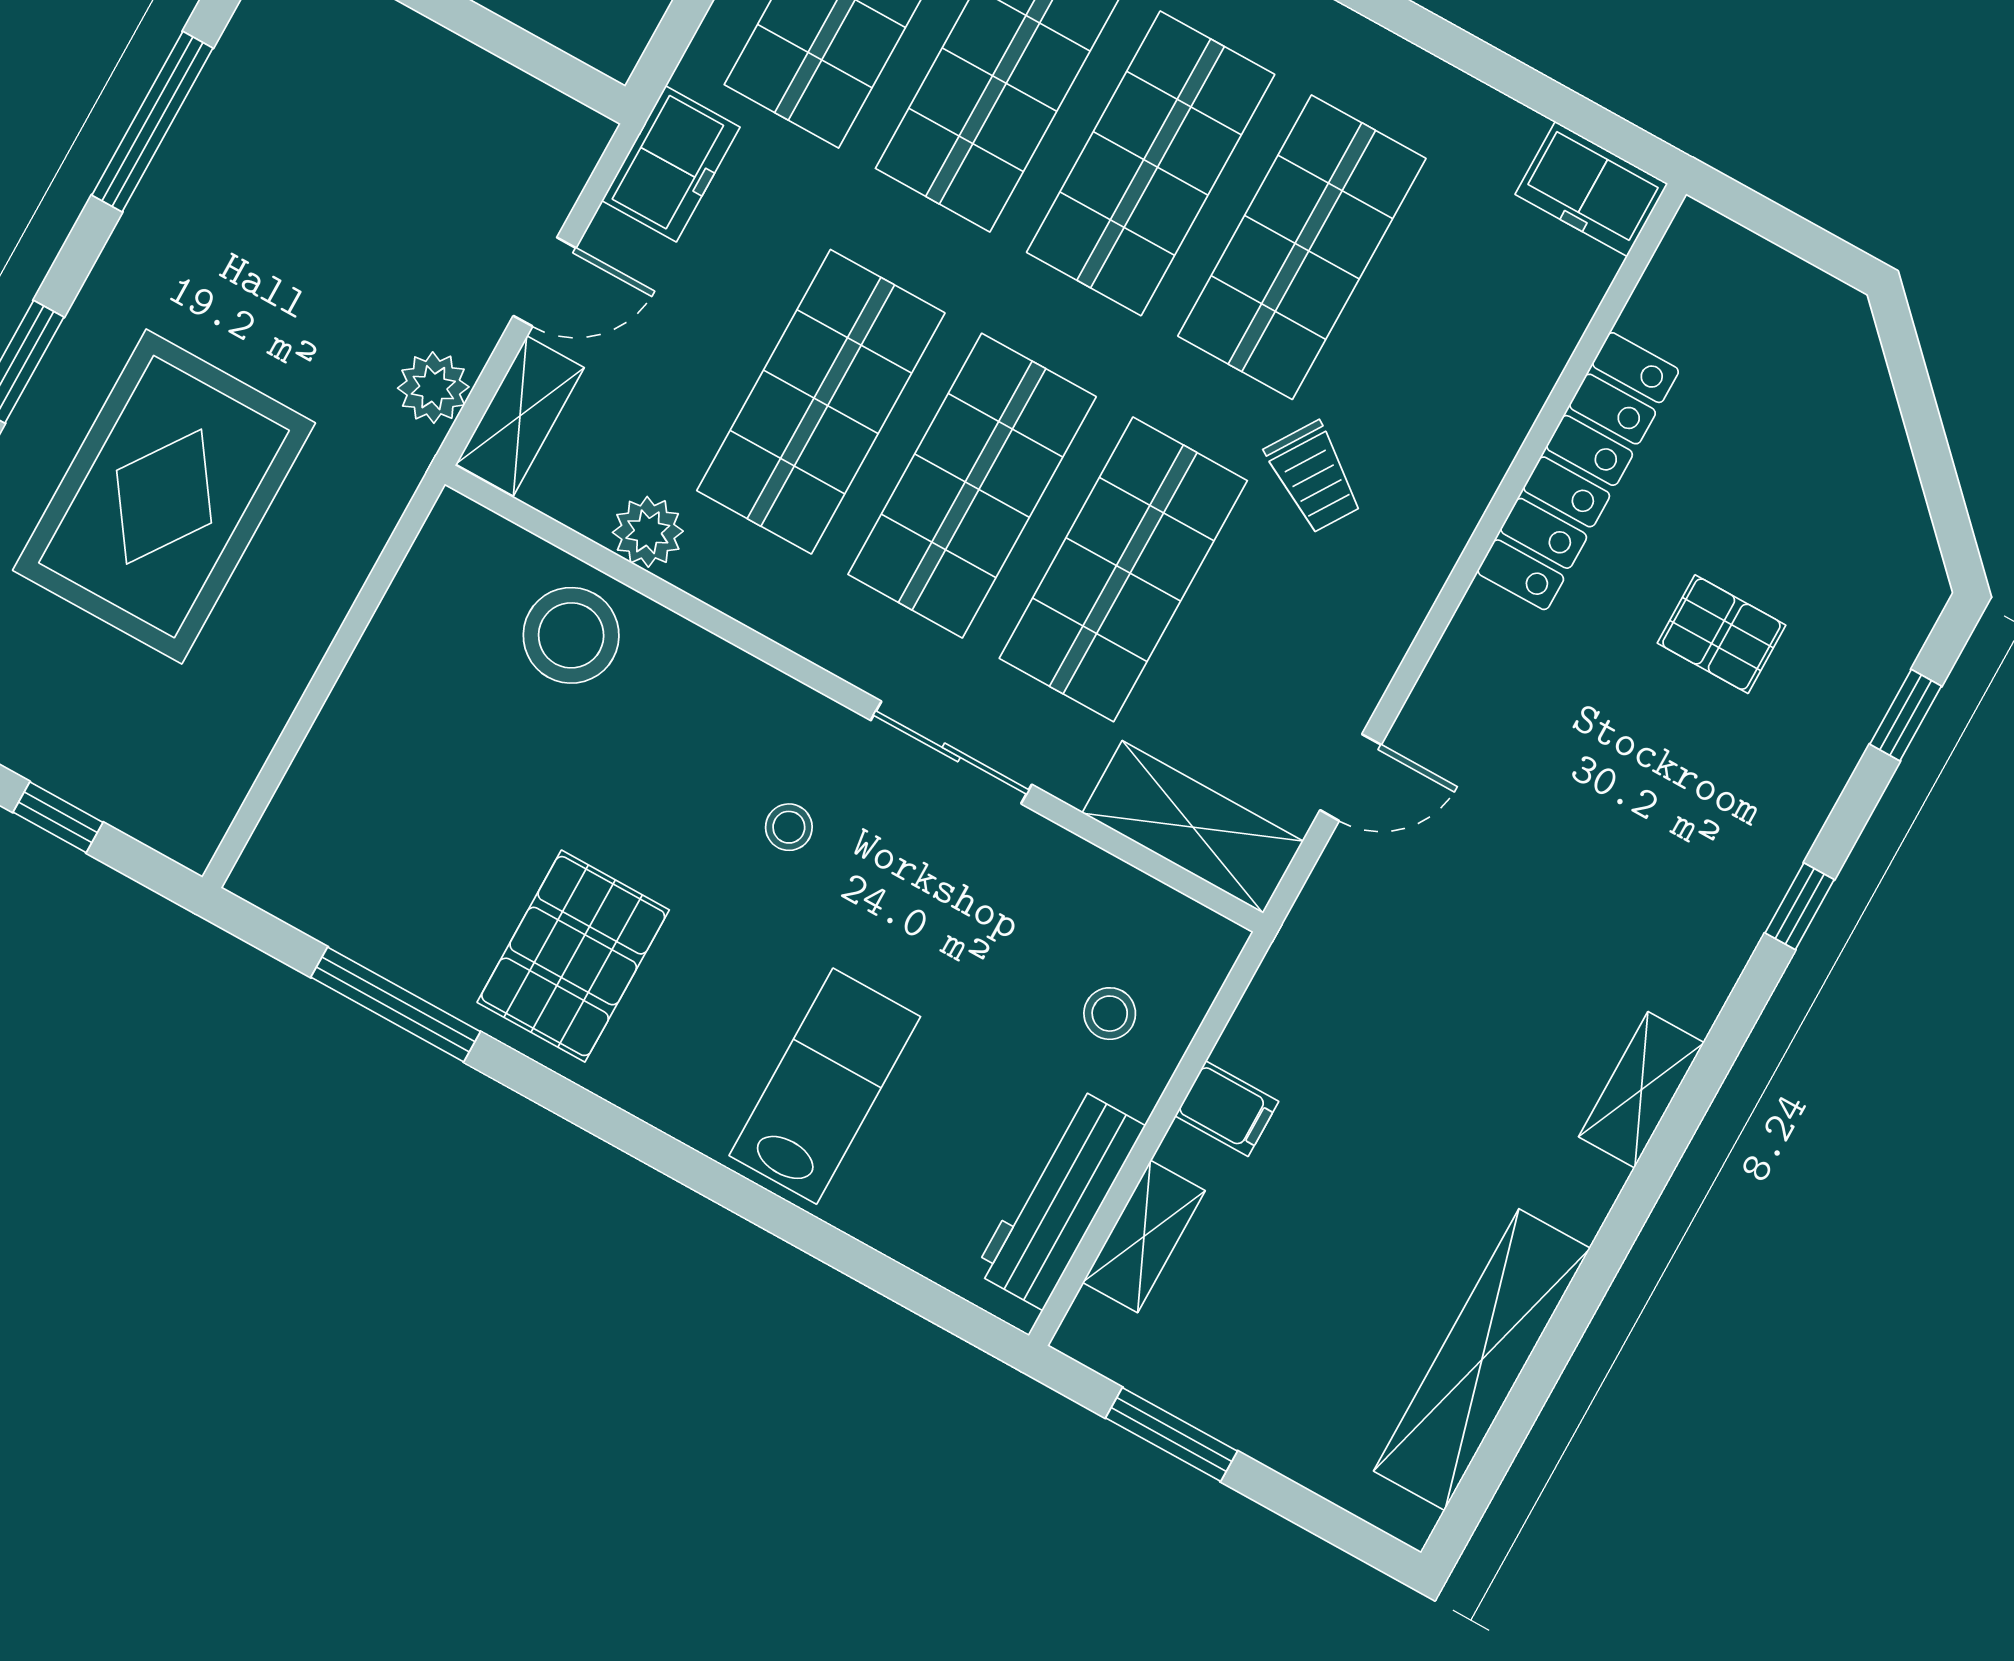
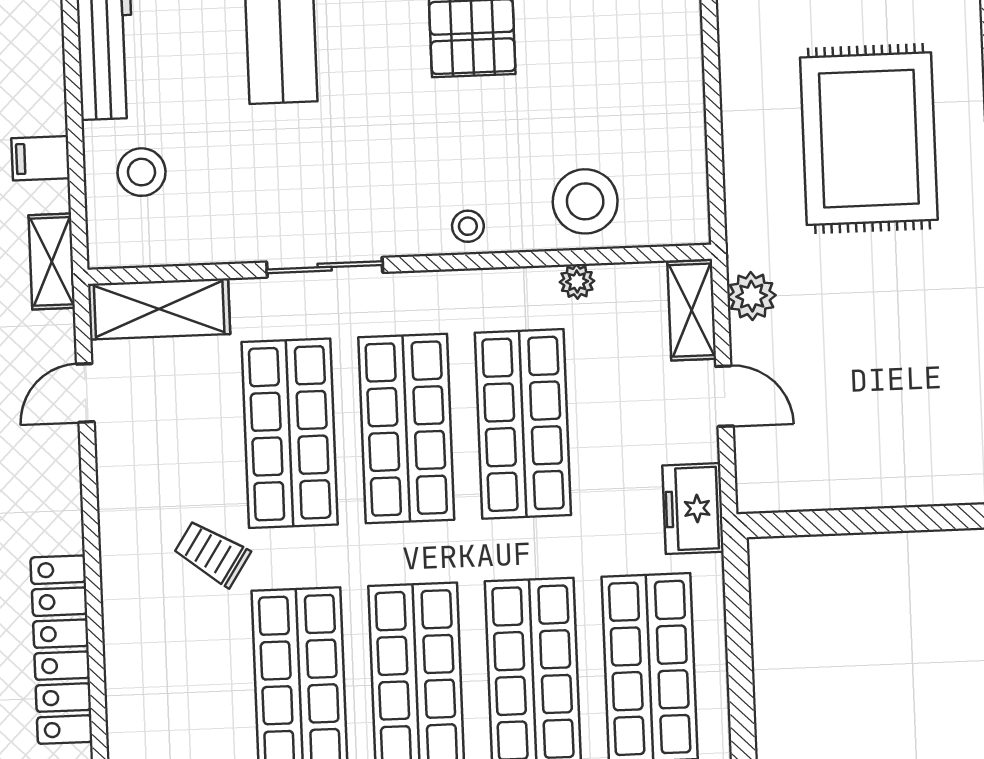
door: (545, 282) -> (724, 396), swing flipped
plant: (648, 532) -> (577, 282), width x0.73, depth x0.73
stool: (789, 827) -> (468, 226), moved
stool: (1110, 1014) -> (142, 172), width x1.37, depth x1.37
shelving: (1144, 1236) -> (52, 261), moved

